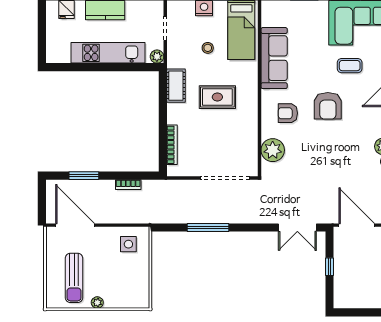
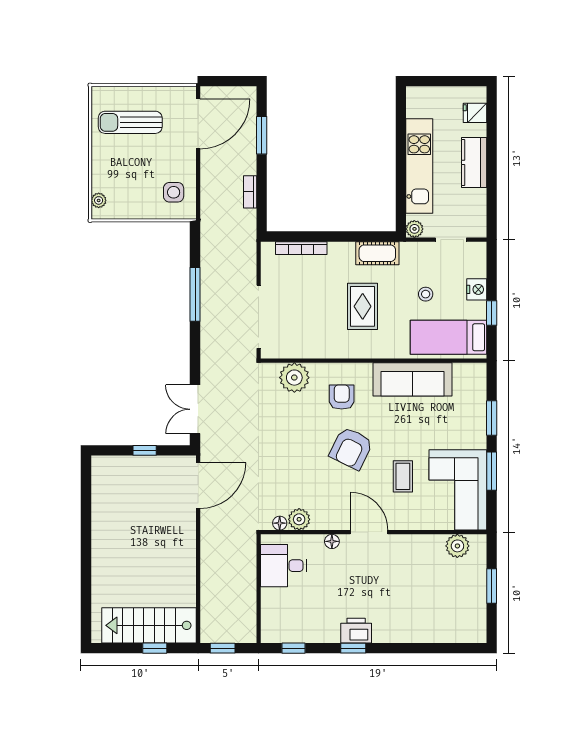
armchair: (328, 106) -> (351, 448), turned -64
plant: (97, 303) -> (99, 200), moved

